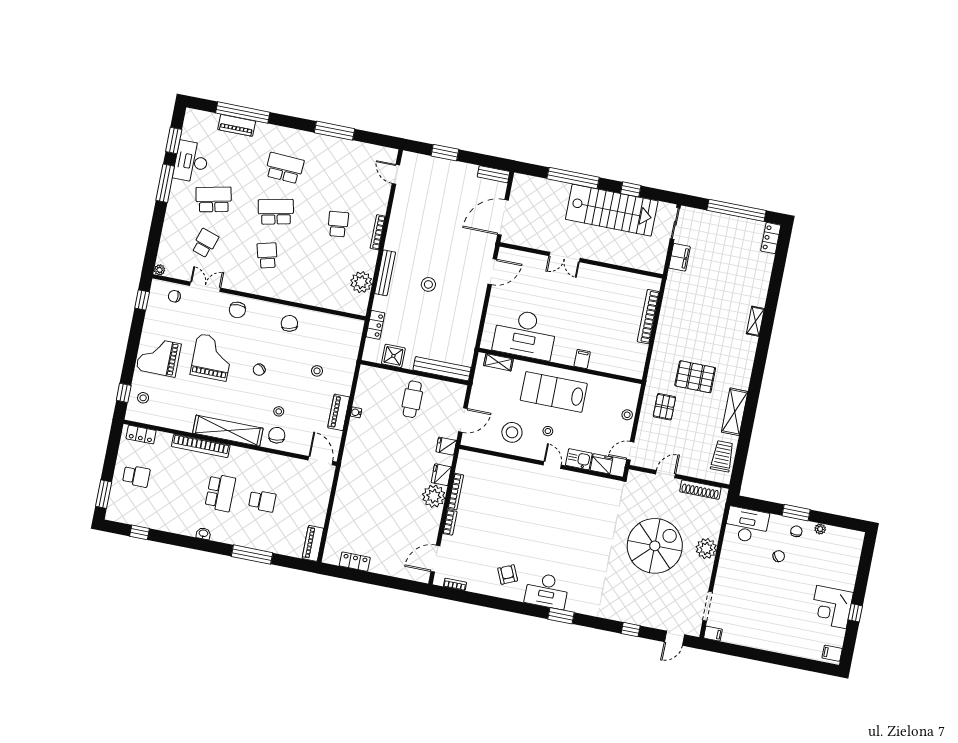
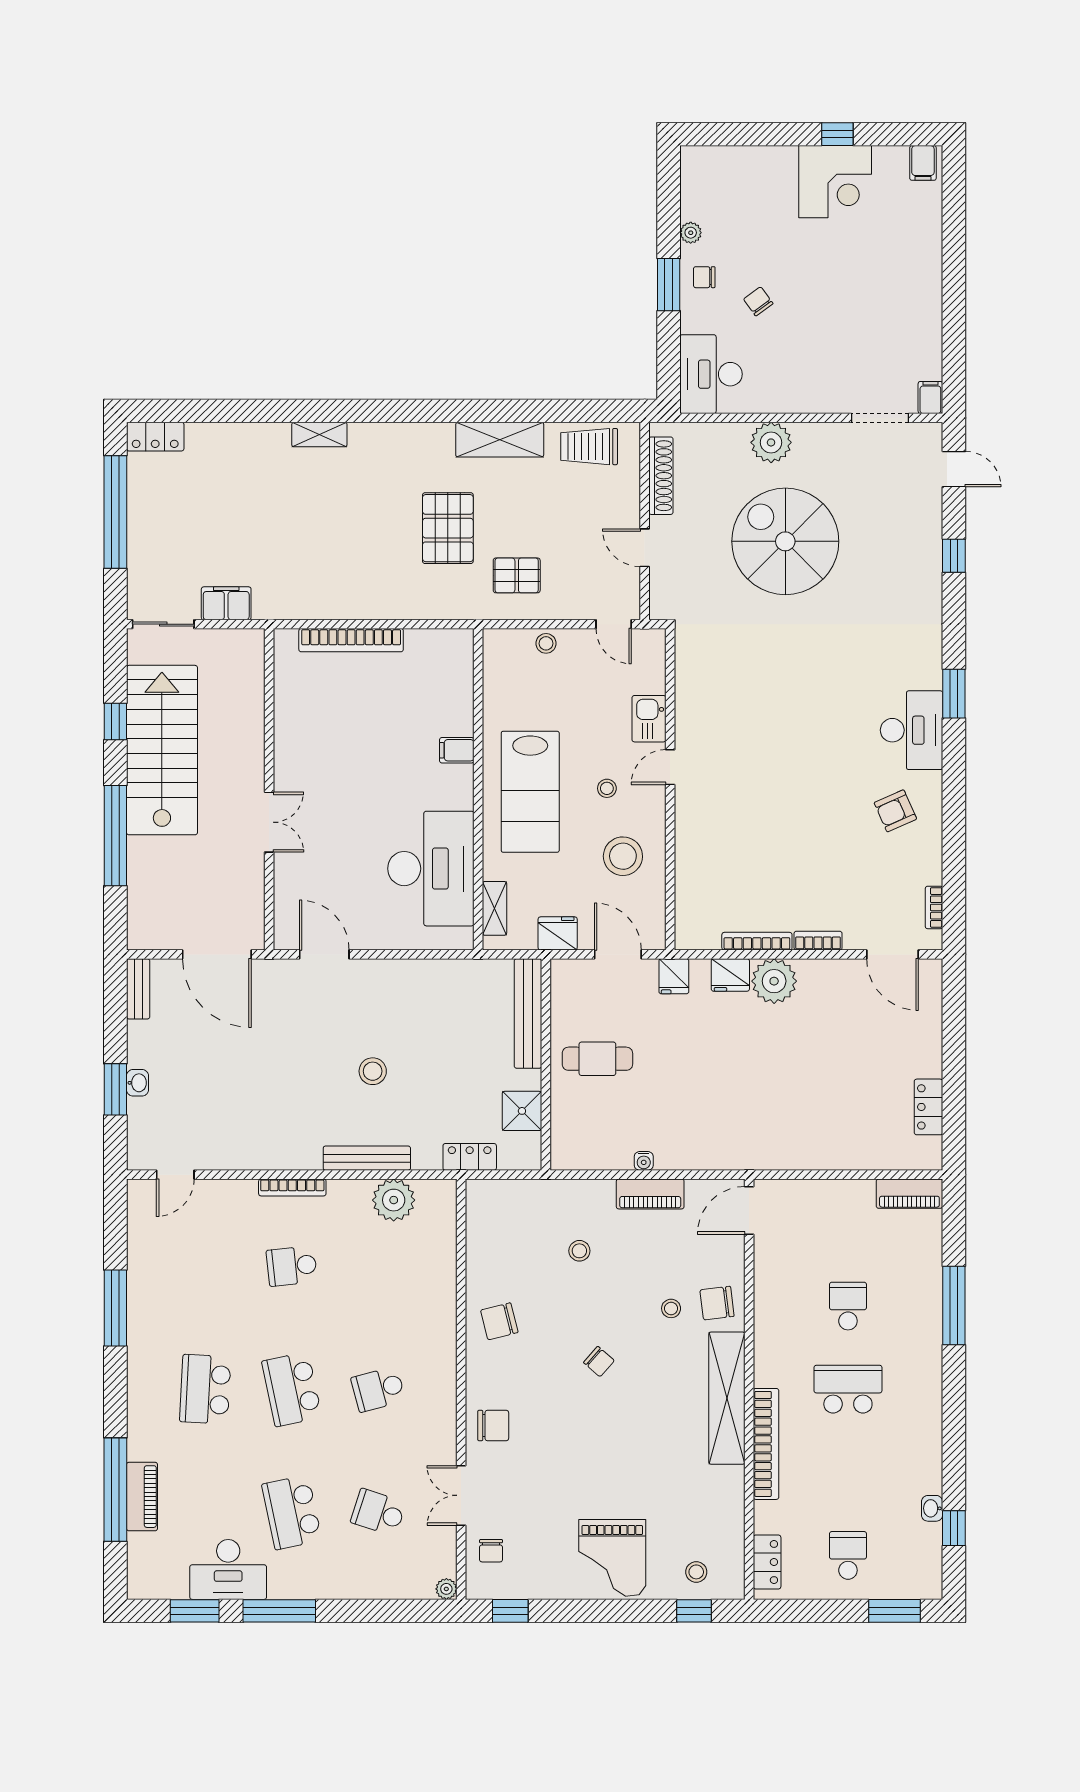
washbasin: (446, 164) -> (137, 1083), added
grand piano: (212, 357) -> (593, 1456), removed
fridge: (601, 464) -> (558, 933), moved, turned 90
washbasin: (203, 534) -> (932, 1508), moved

